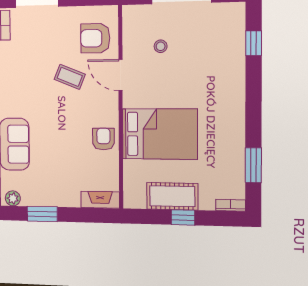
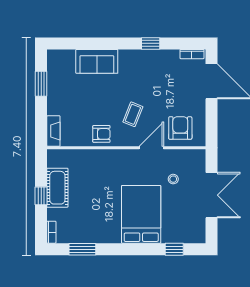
coffee table: (70, 77) -> (133, 114), moved
bed: (160, 134) -> (141, 214), moved, turned 180
plant: (13, 198) -> (53, 59), removed

